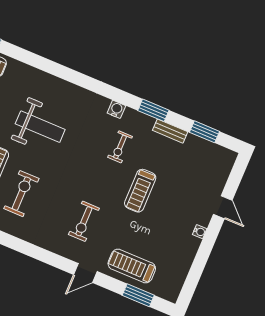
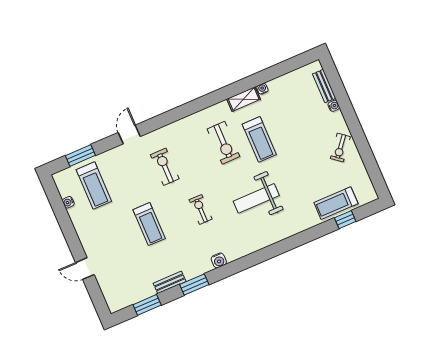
exercise bike: (120, 147) -> (201, 209), moved
treadmill: (140, 191) -> (149, 224), turned 180
water cooler: (200, 232) -> (68, 202), moved
treadmill: (132, 266) -> (94, 186), moved, turned 90

